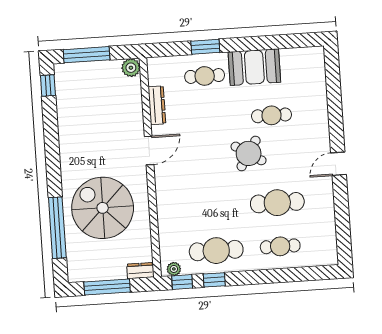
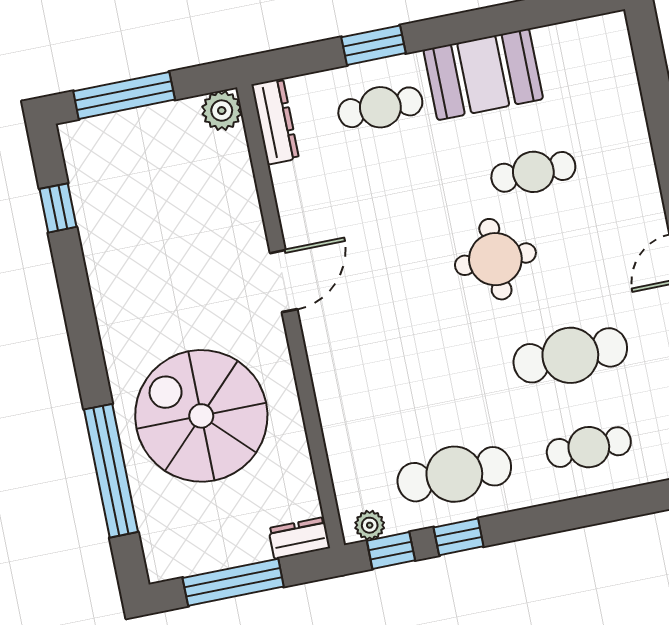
window: (48, 86) -> (58, 208), moved
dresser: (157, 105) -> (275, 121), moved
round table: (249, 153) -> (495, 259), turned -32

